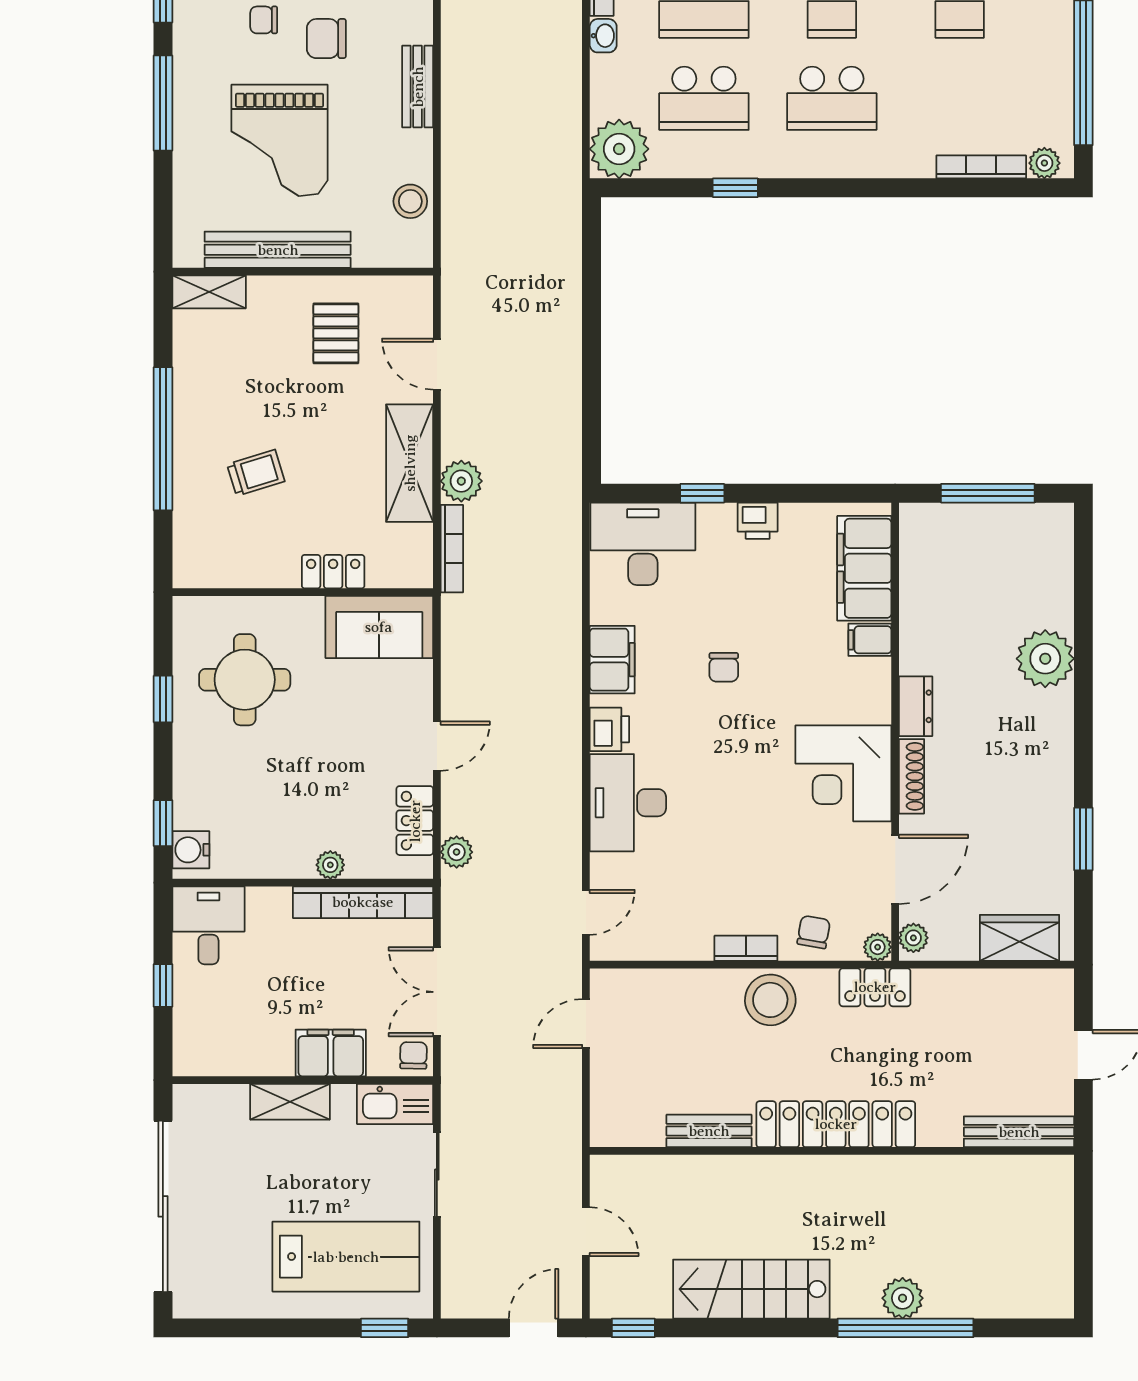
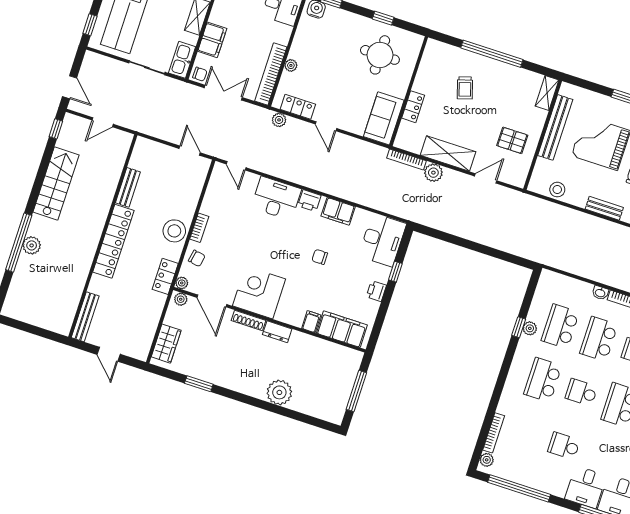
plant: (619, 149) -> (530, 328), moved, width x0.53, depth x0.53

